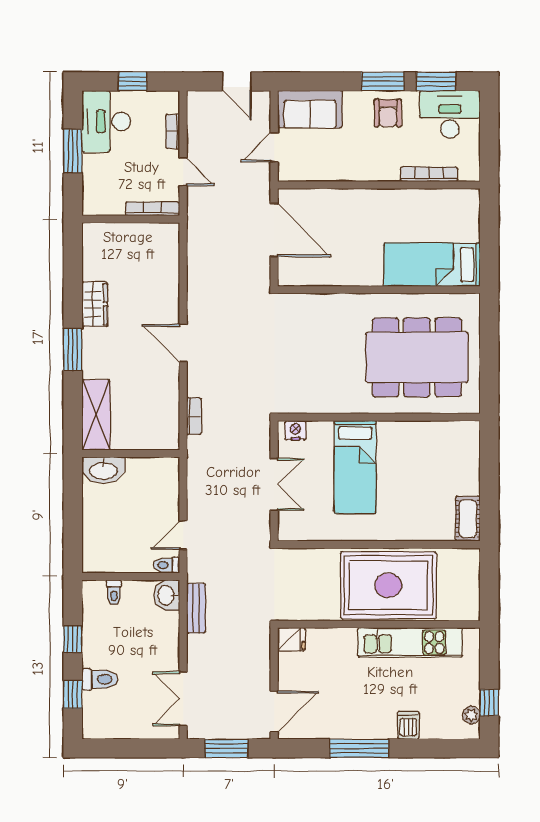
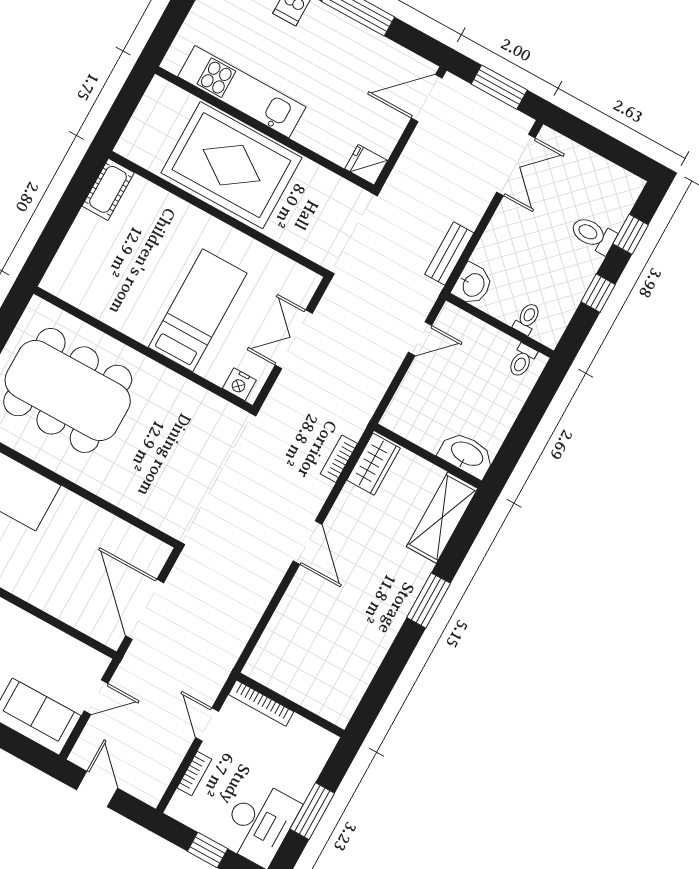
wardrobe: (95, 304) -> (373, 464), moved, turned 180
toilet: (167, 565) -> (522, 361), moved, turned 90

